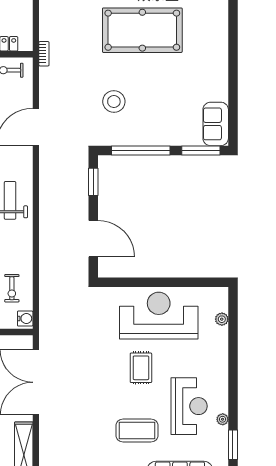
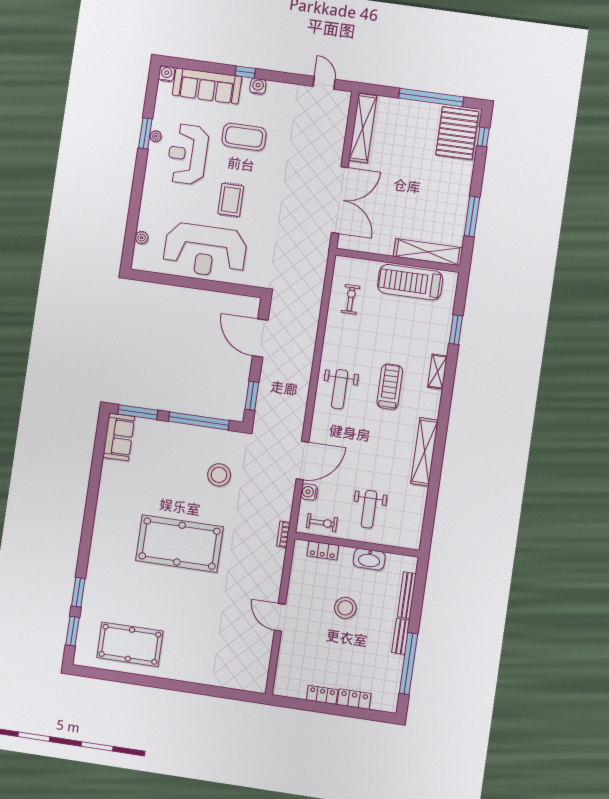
water cooler: (25, 319) -> (309, 492), moved
window: (233, 445) -> (145, 133), moved

